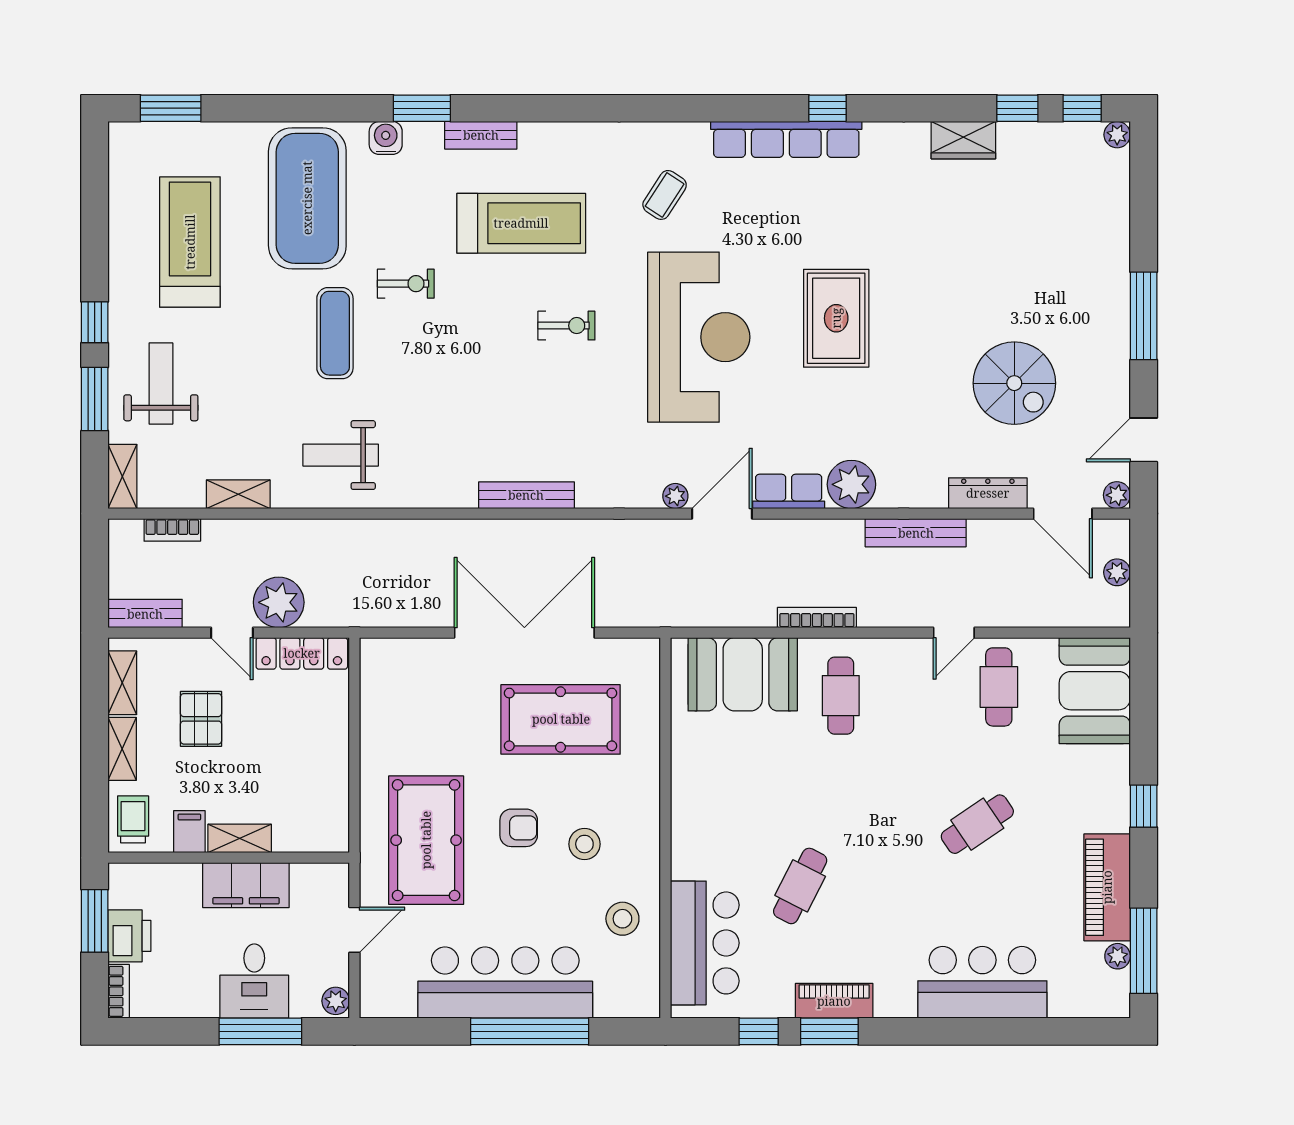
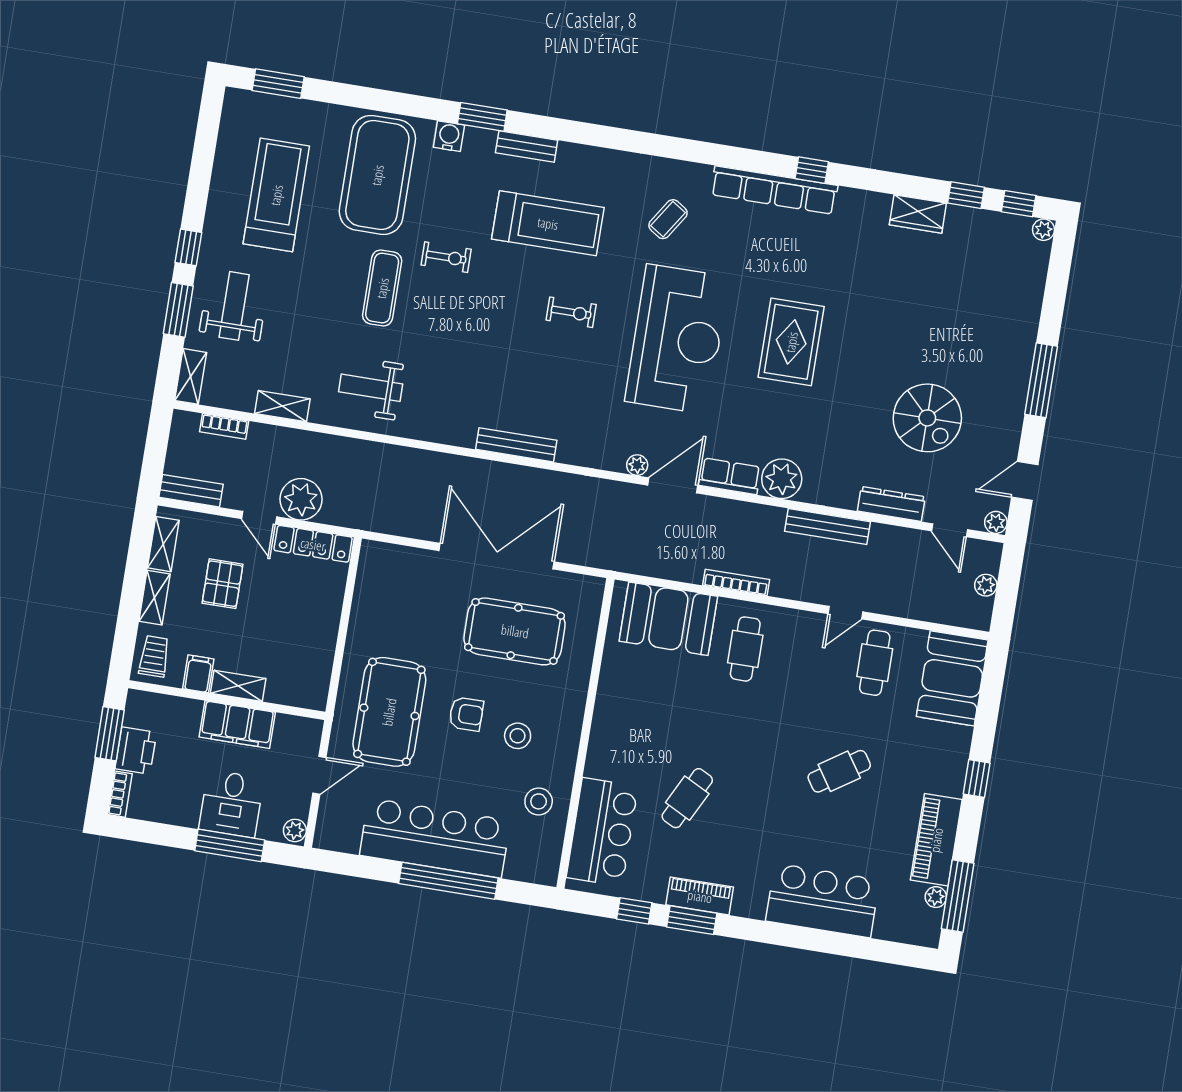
door: (1063, 514) -> (950, 530), width x0.73

